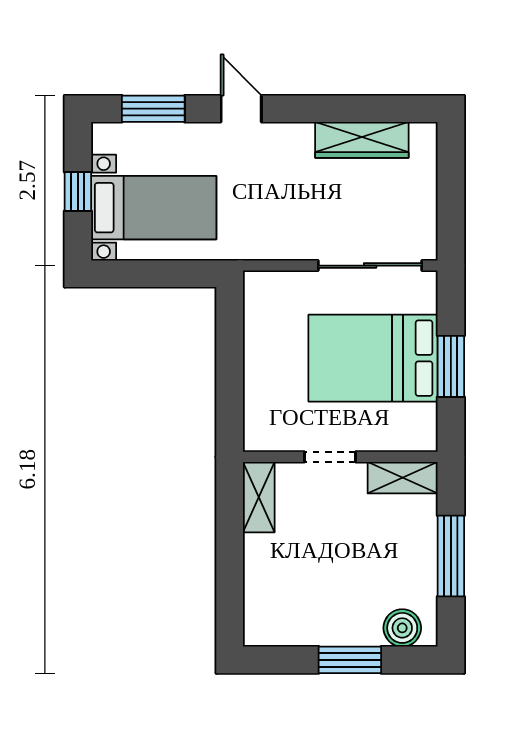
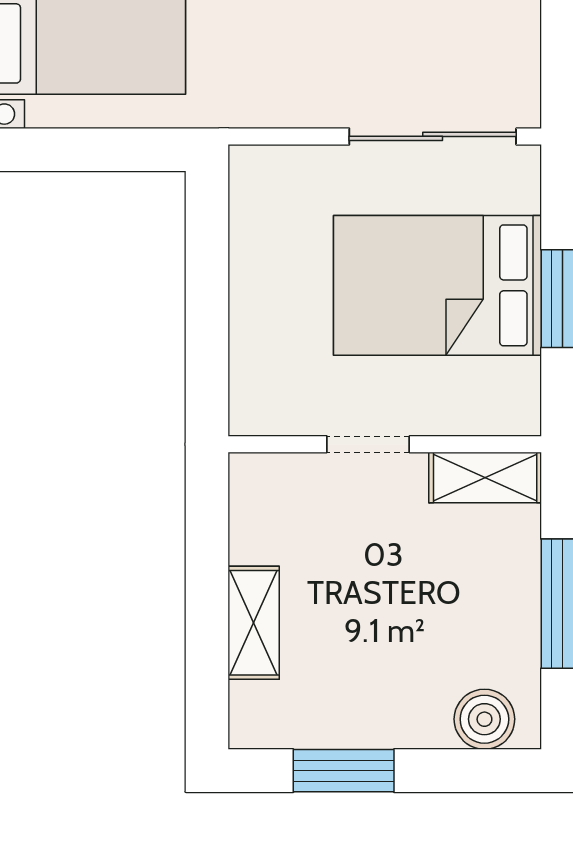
shelving: (259, 497) -> (254, 623), moved
window: (350, 660) -> (344, 771), moved

